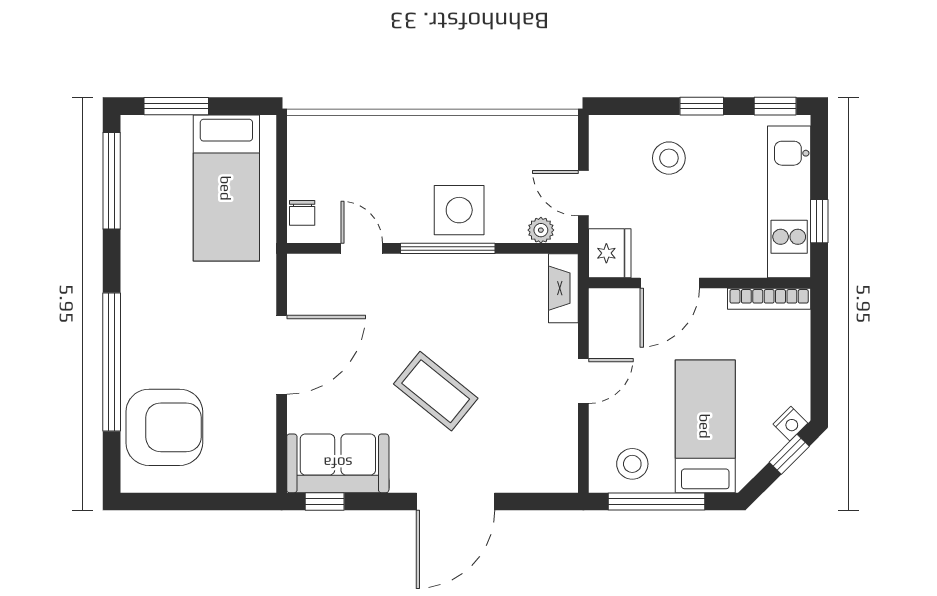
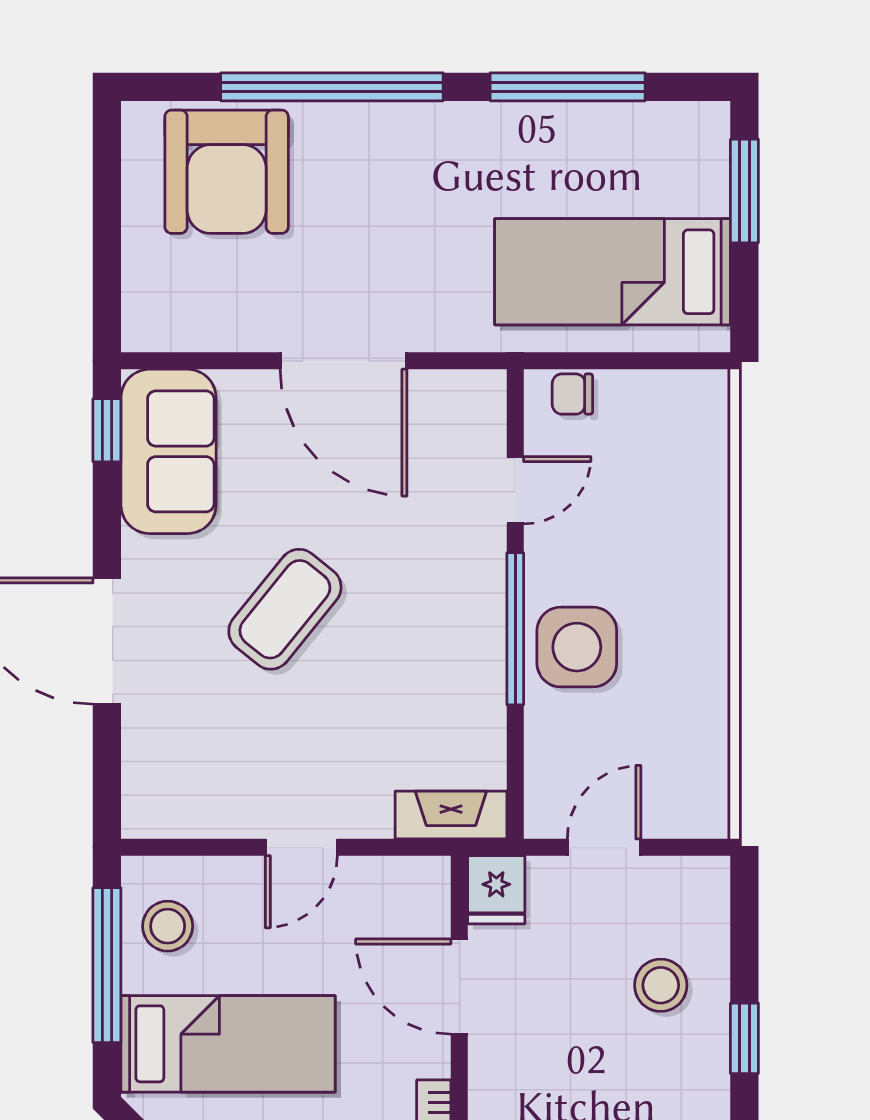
window: (112, 181) -> (568, 87), moved
plant: (541, 230) -> (545, 779), removed
fridge: (610, 253) -> (496, 890), width x0.72
door: (583, 381) -> (301, 847), hinge flipped

